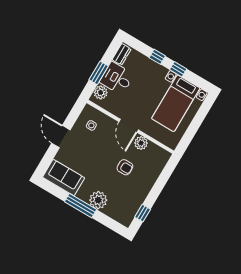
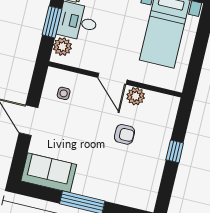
plant: (98, 200) -> (103, 188), removed
window: (143, 213) -> (175, 151), moved

